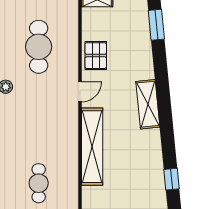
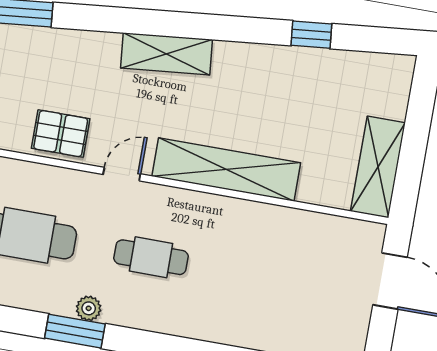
door: (80, 92) -> (122, 174), hinge flipped
cafe table: (39, 183) -> (151, 257), moved

